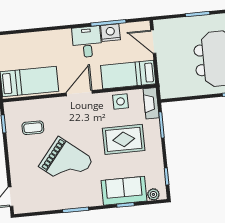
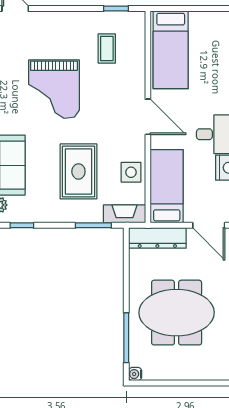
door: (153, 42) -> (209, 225), swing flipped
dresser: (166, 78) -> (157, 238), added
grand piano: (66, 163) -> (54, 89), turned -39

